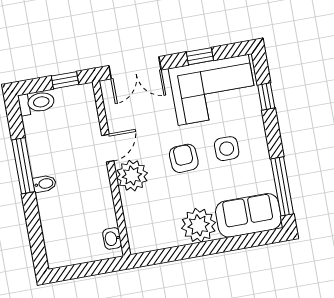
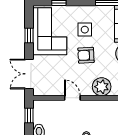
double door: (135, 68) -> (29, 74), swing flipped
plant: (132, 176) -> (102, 87), moved

